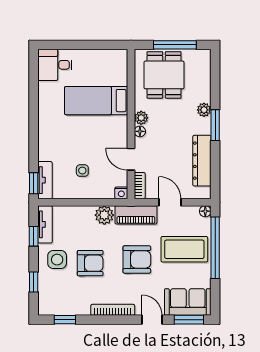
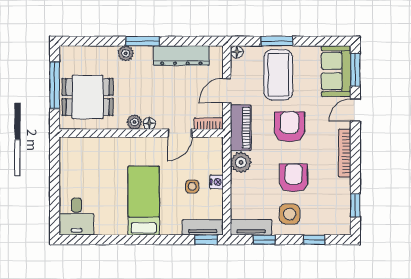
bed: (96, 101) -> (144, 201), moved, turned 180
nightstand: (121, 193) -> (217, 182), moved
window: (215, 248) -> (277, 41), width x0.47

